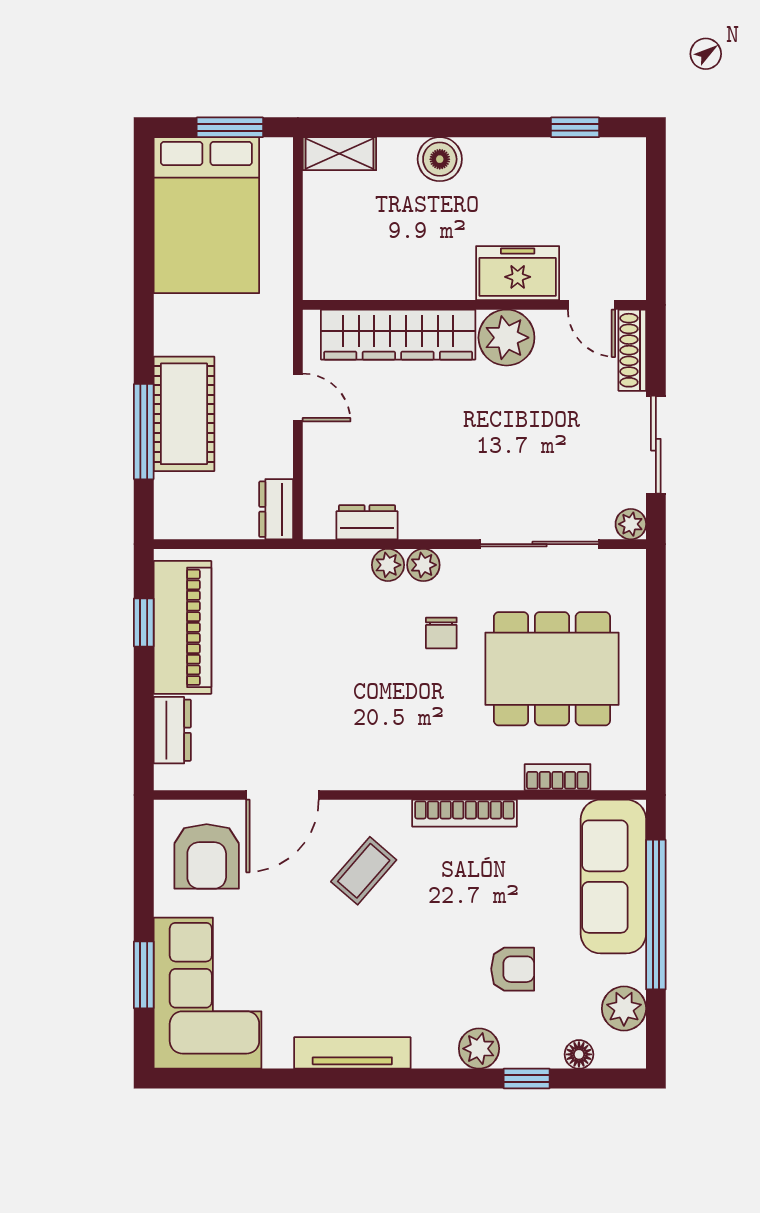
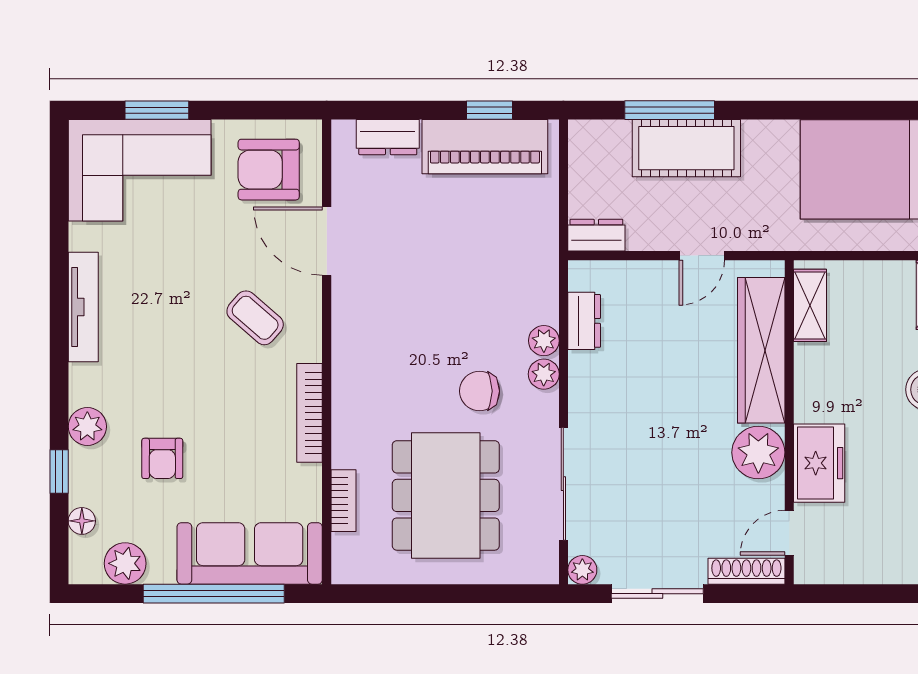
shelving: (351, 283) -> (810, 305), added
chair: (441, 633) -> (480, 391), width x1.37, depth x1.37

